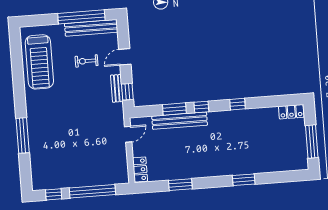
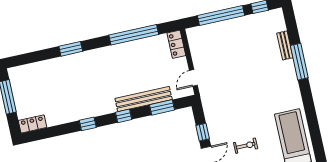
bench: (117, 88) -> (285, 45), moved
window: (127, 92) -> (203, 132), moved
window: (174, 109) -> (162, 107), moved
window: (180, 185) -> (134, 35), width x2.11

